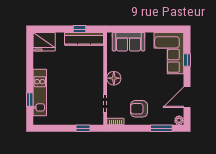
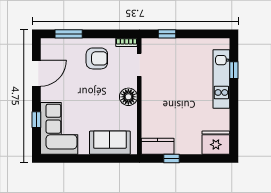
kitchen counter: (84, 39) -> (158, 146), width x0.67
plant: (179, 120) -> (46, 44), removed

